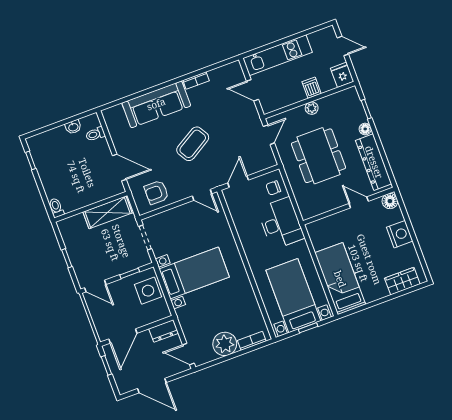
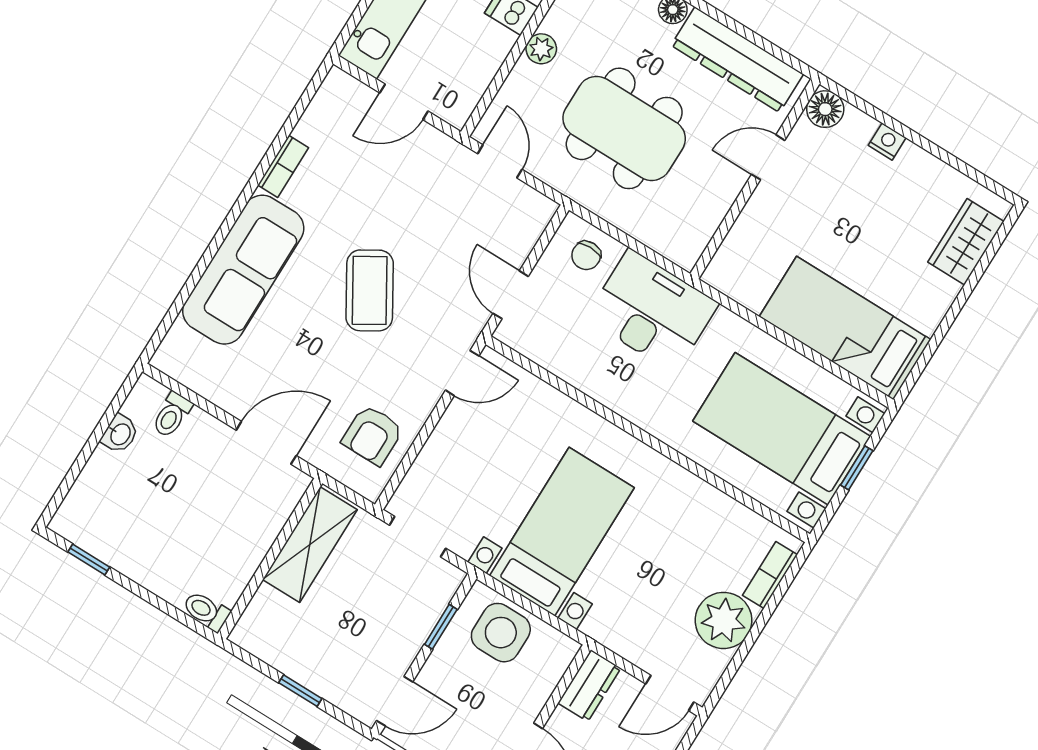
nightstand: (400, 234) -> (887, 142), width x0.53, depth x0.56

